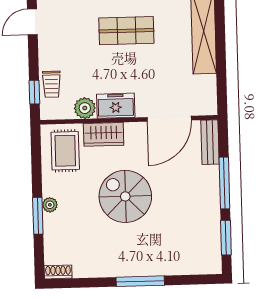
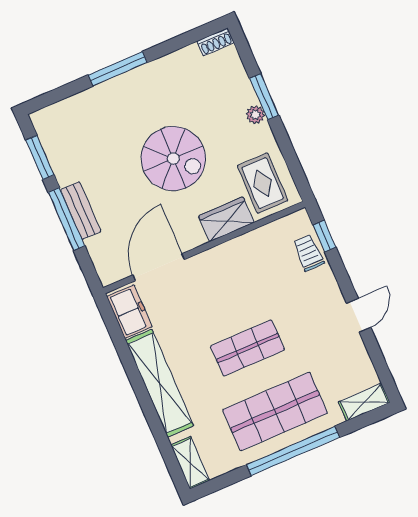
freezer: (116, 106) -> (129, 312), moved, turned -90
plant: (85, 108) -> (260, 241), removed
bench: (210, 142) -> (81, 211), moved

